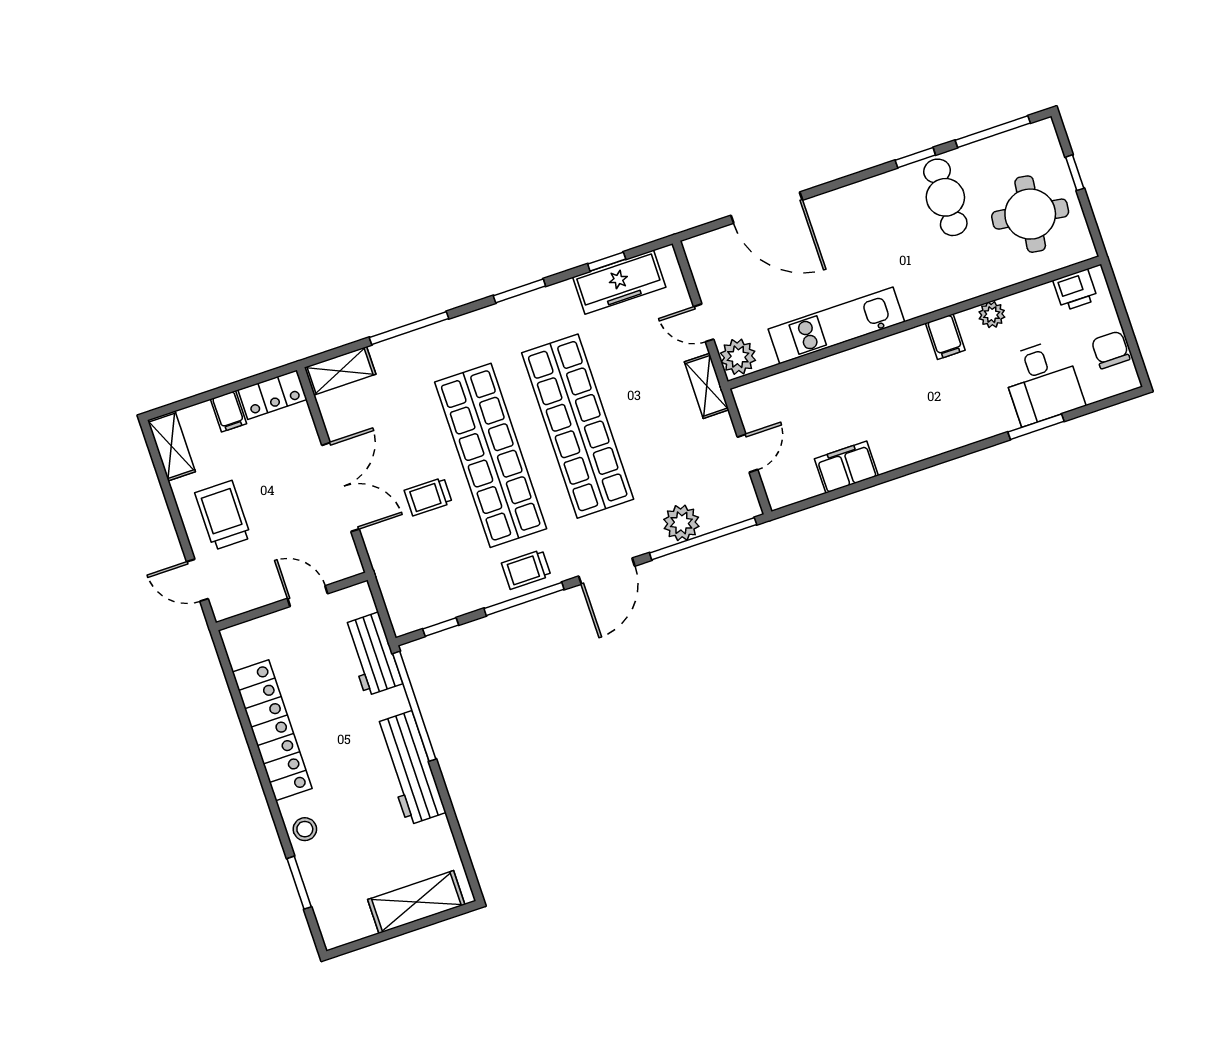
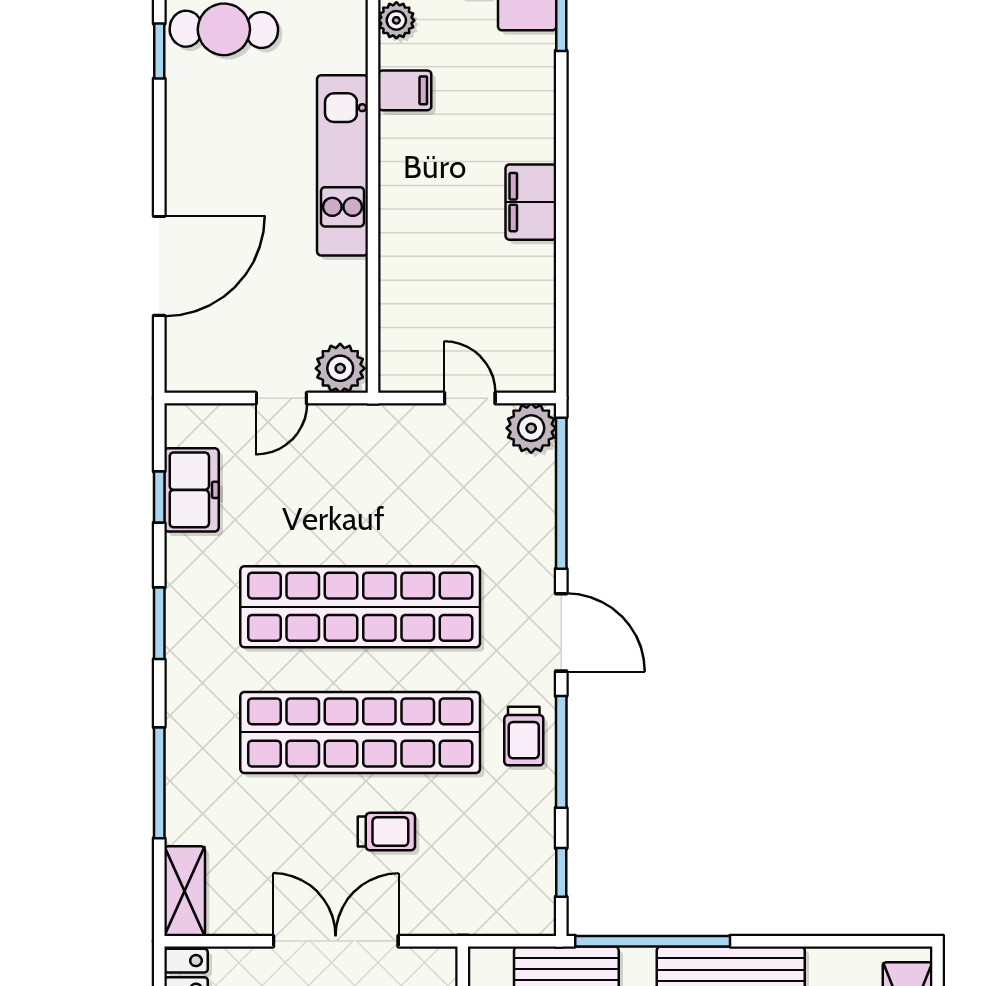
freezer: (619, 282) -> (191, 490), width x0.71
kitchen unit: (836, 325) -> (342, 165), moved
shelving: (707, 386) -> (364, 422), removed
filing cabinet: (846, 467) -> (531, 202), moved
trolley: (428, 497) -> (386, 832), turned -90
plant: (681, 523) -> (531, 428), moved

